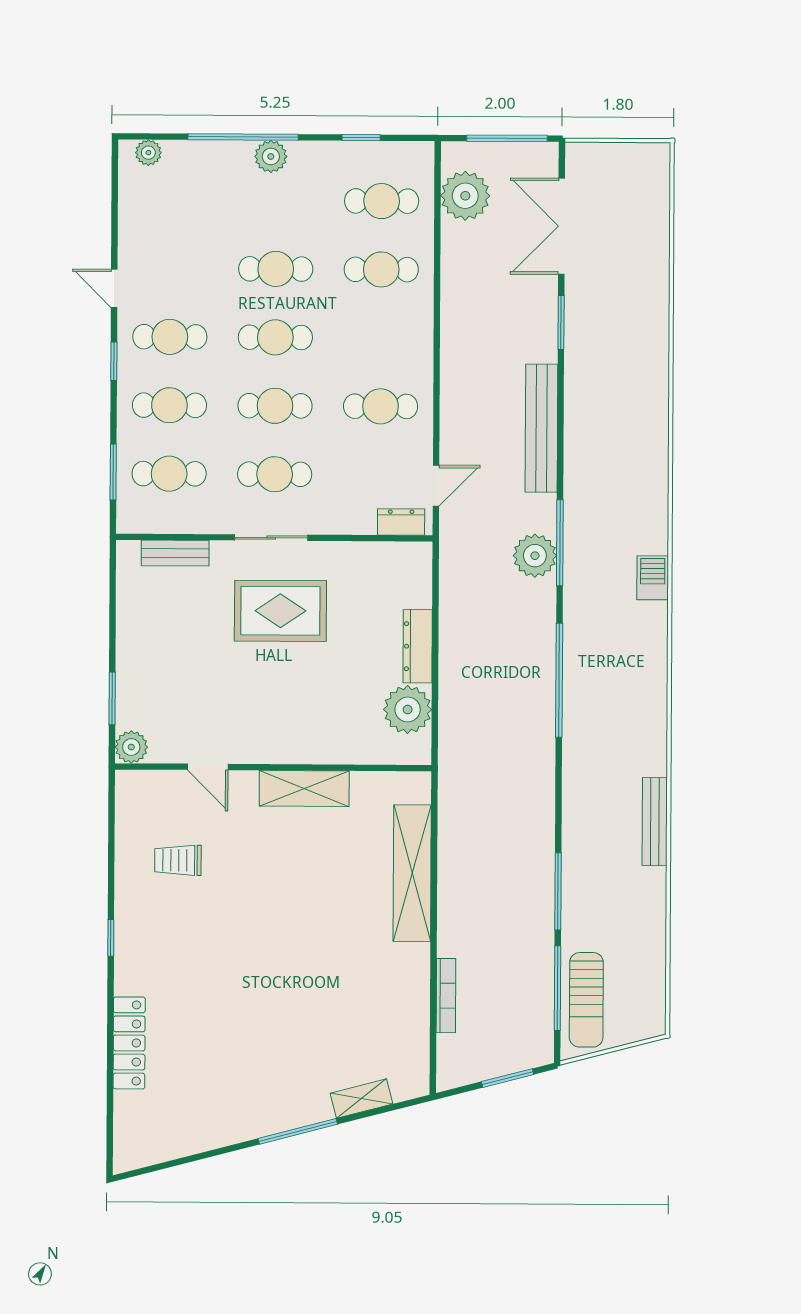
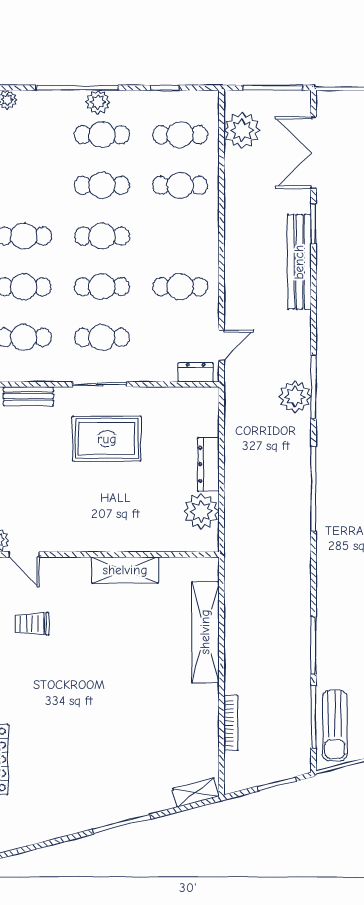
cafe table: (276, 200) -> (102, 135), added
bench: (541, 428) -> (299, 262), moved
door: (208, 767) -> (24, 555), moved
shelving: (361, 1099) -> (195, 793), moved

